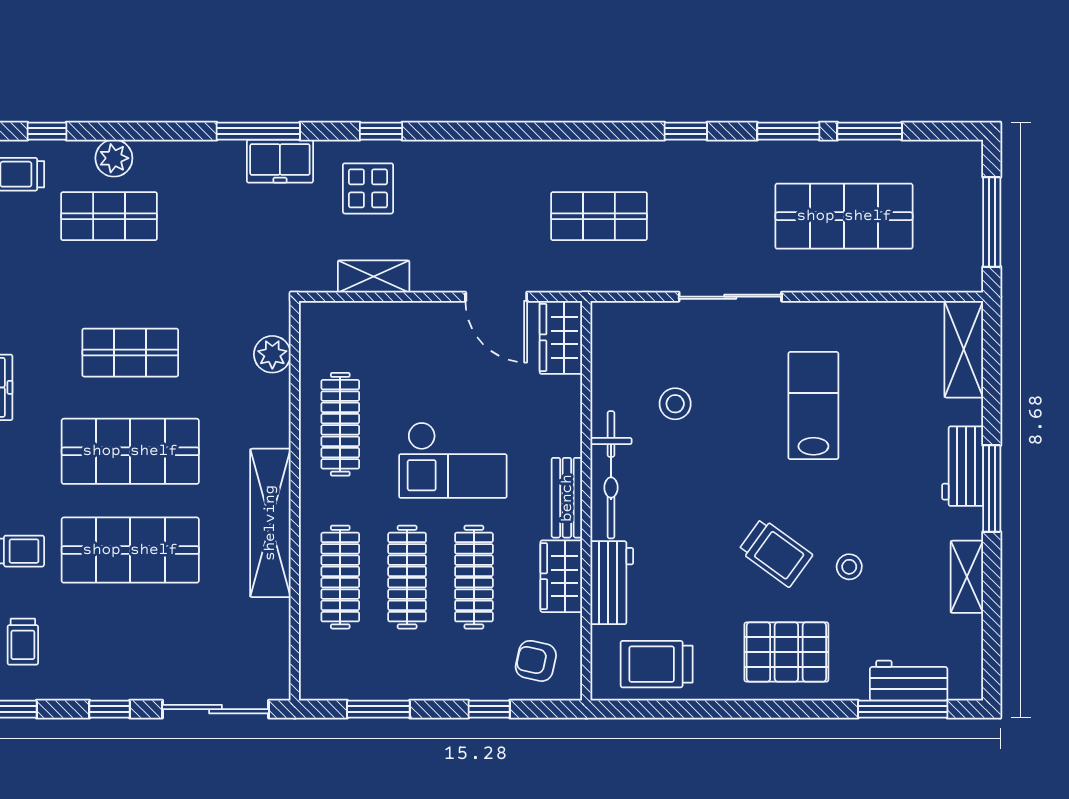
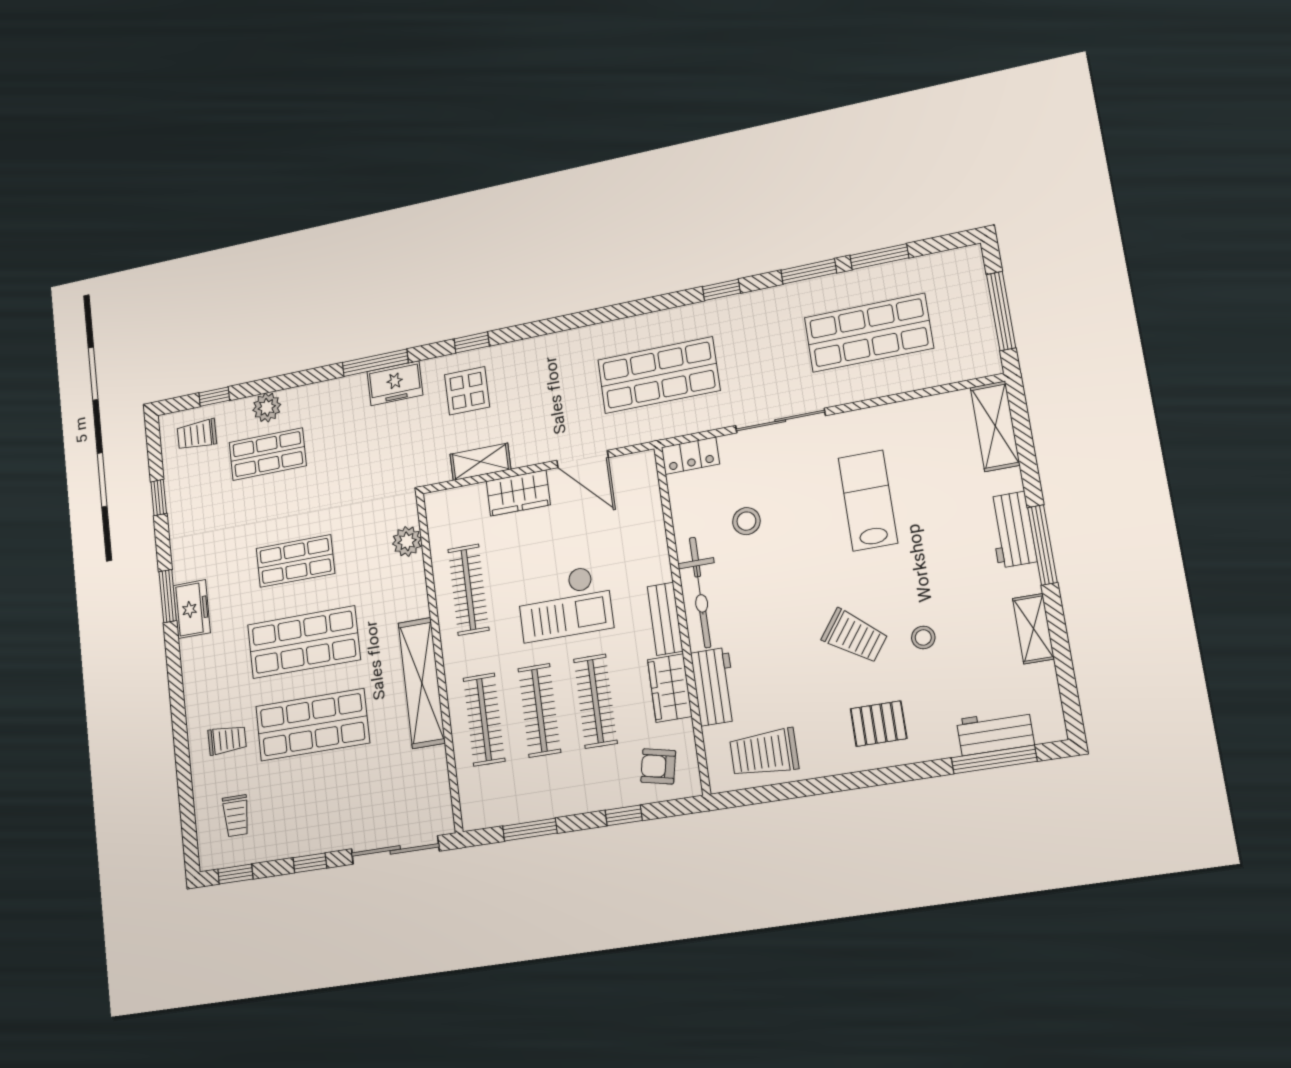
shop shelf: (599, 216) -> (659, 375), width x1.43, depth x1.36
locker: (622, 317) -> (690, 456), added
wardrobe: (561, 337) -> (518, 493), moved, turned -90
pallet: (786, 652) -> (879, 724), width x0.67, depth x0.71

